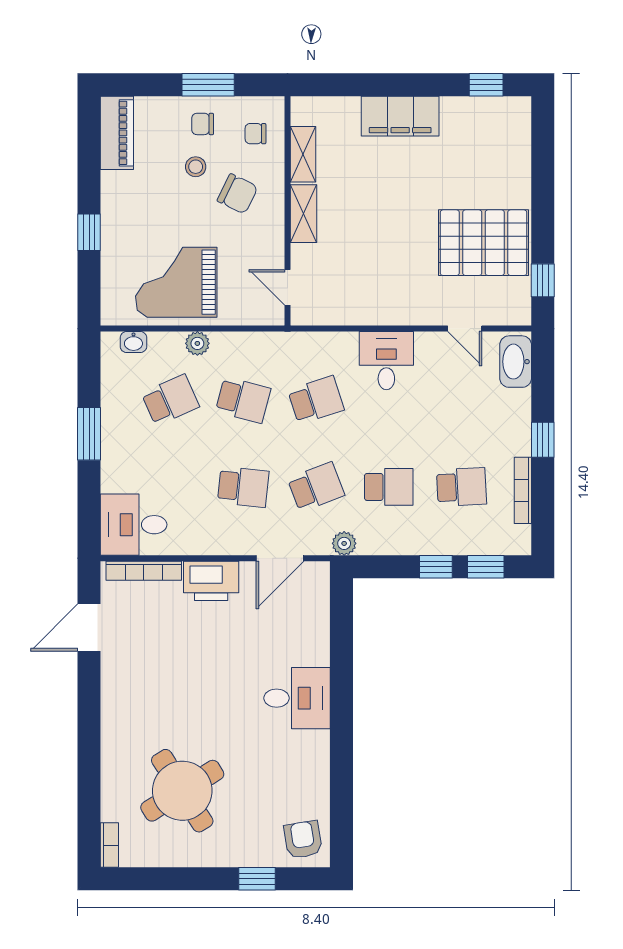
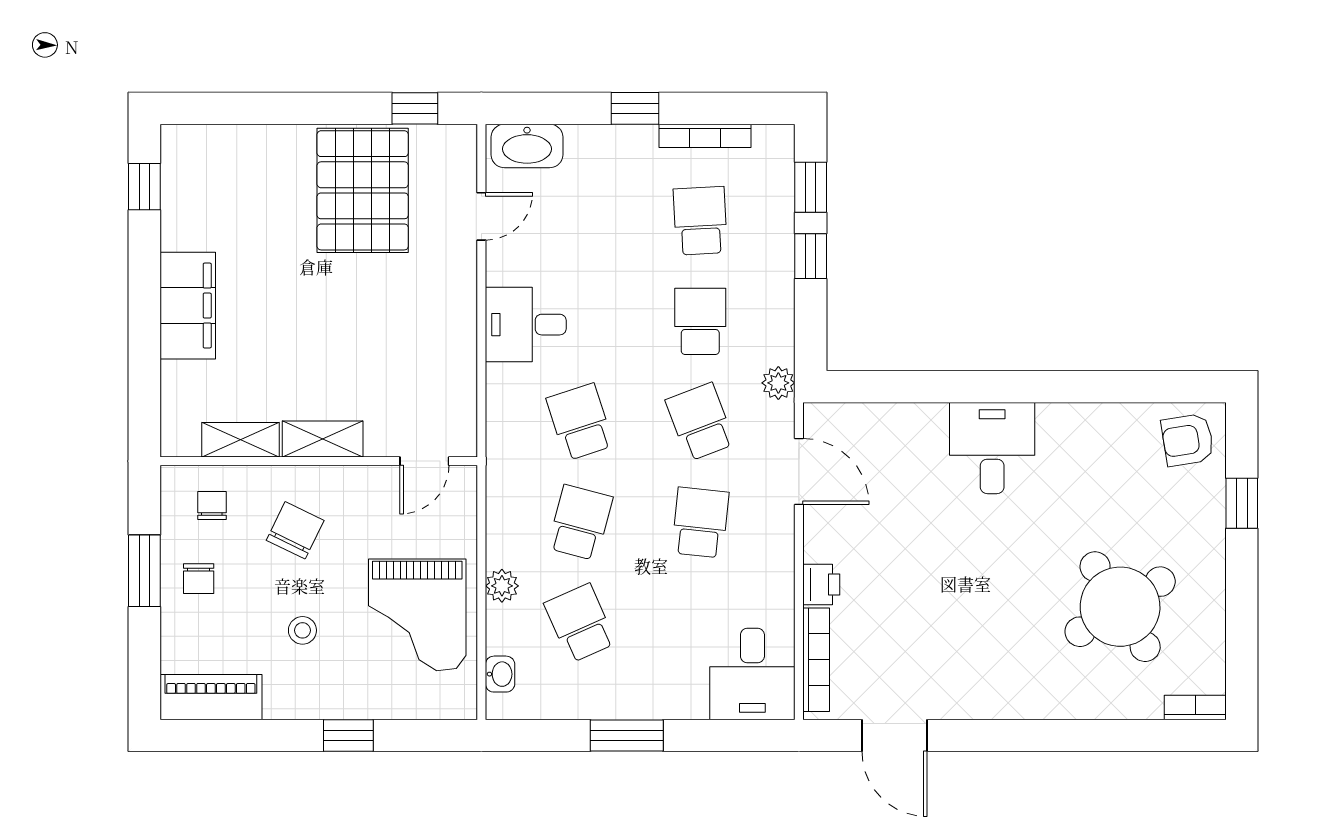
chair: (255, 134) -> (212, 505), turned 180
stool: (196, 167) -> (302, 630), moved
printer: (211, 581) -> (821, 584), width x0.53, depth x0.68

